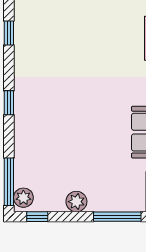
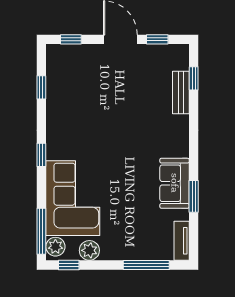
corner sofa: (41, 147) -> (73, 198), added
plant: (76, 202) -> (89, 250), moved

